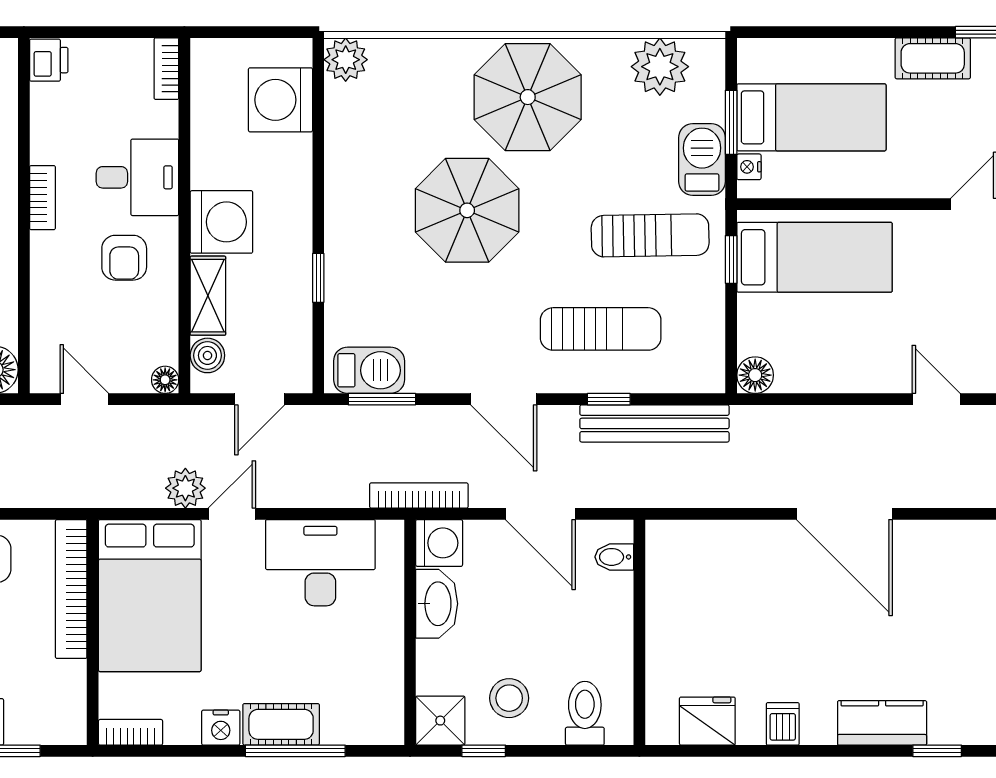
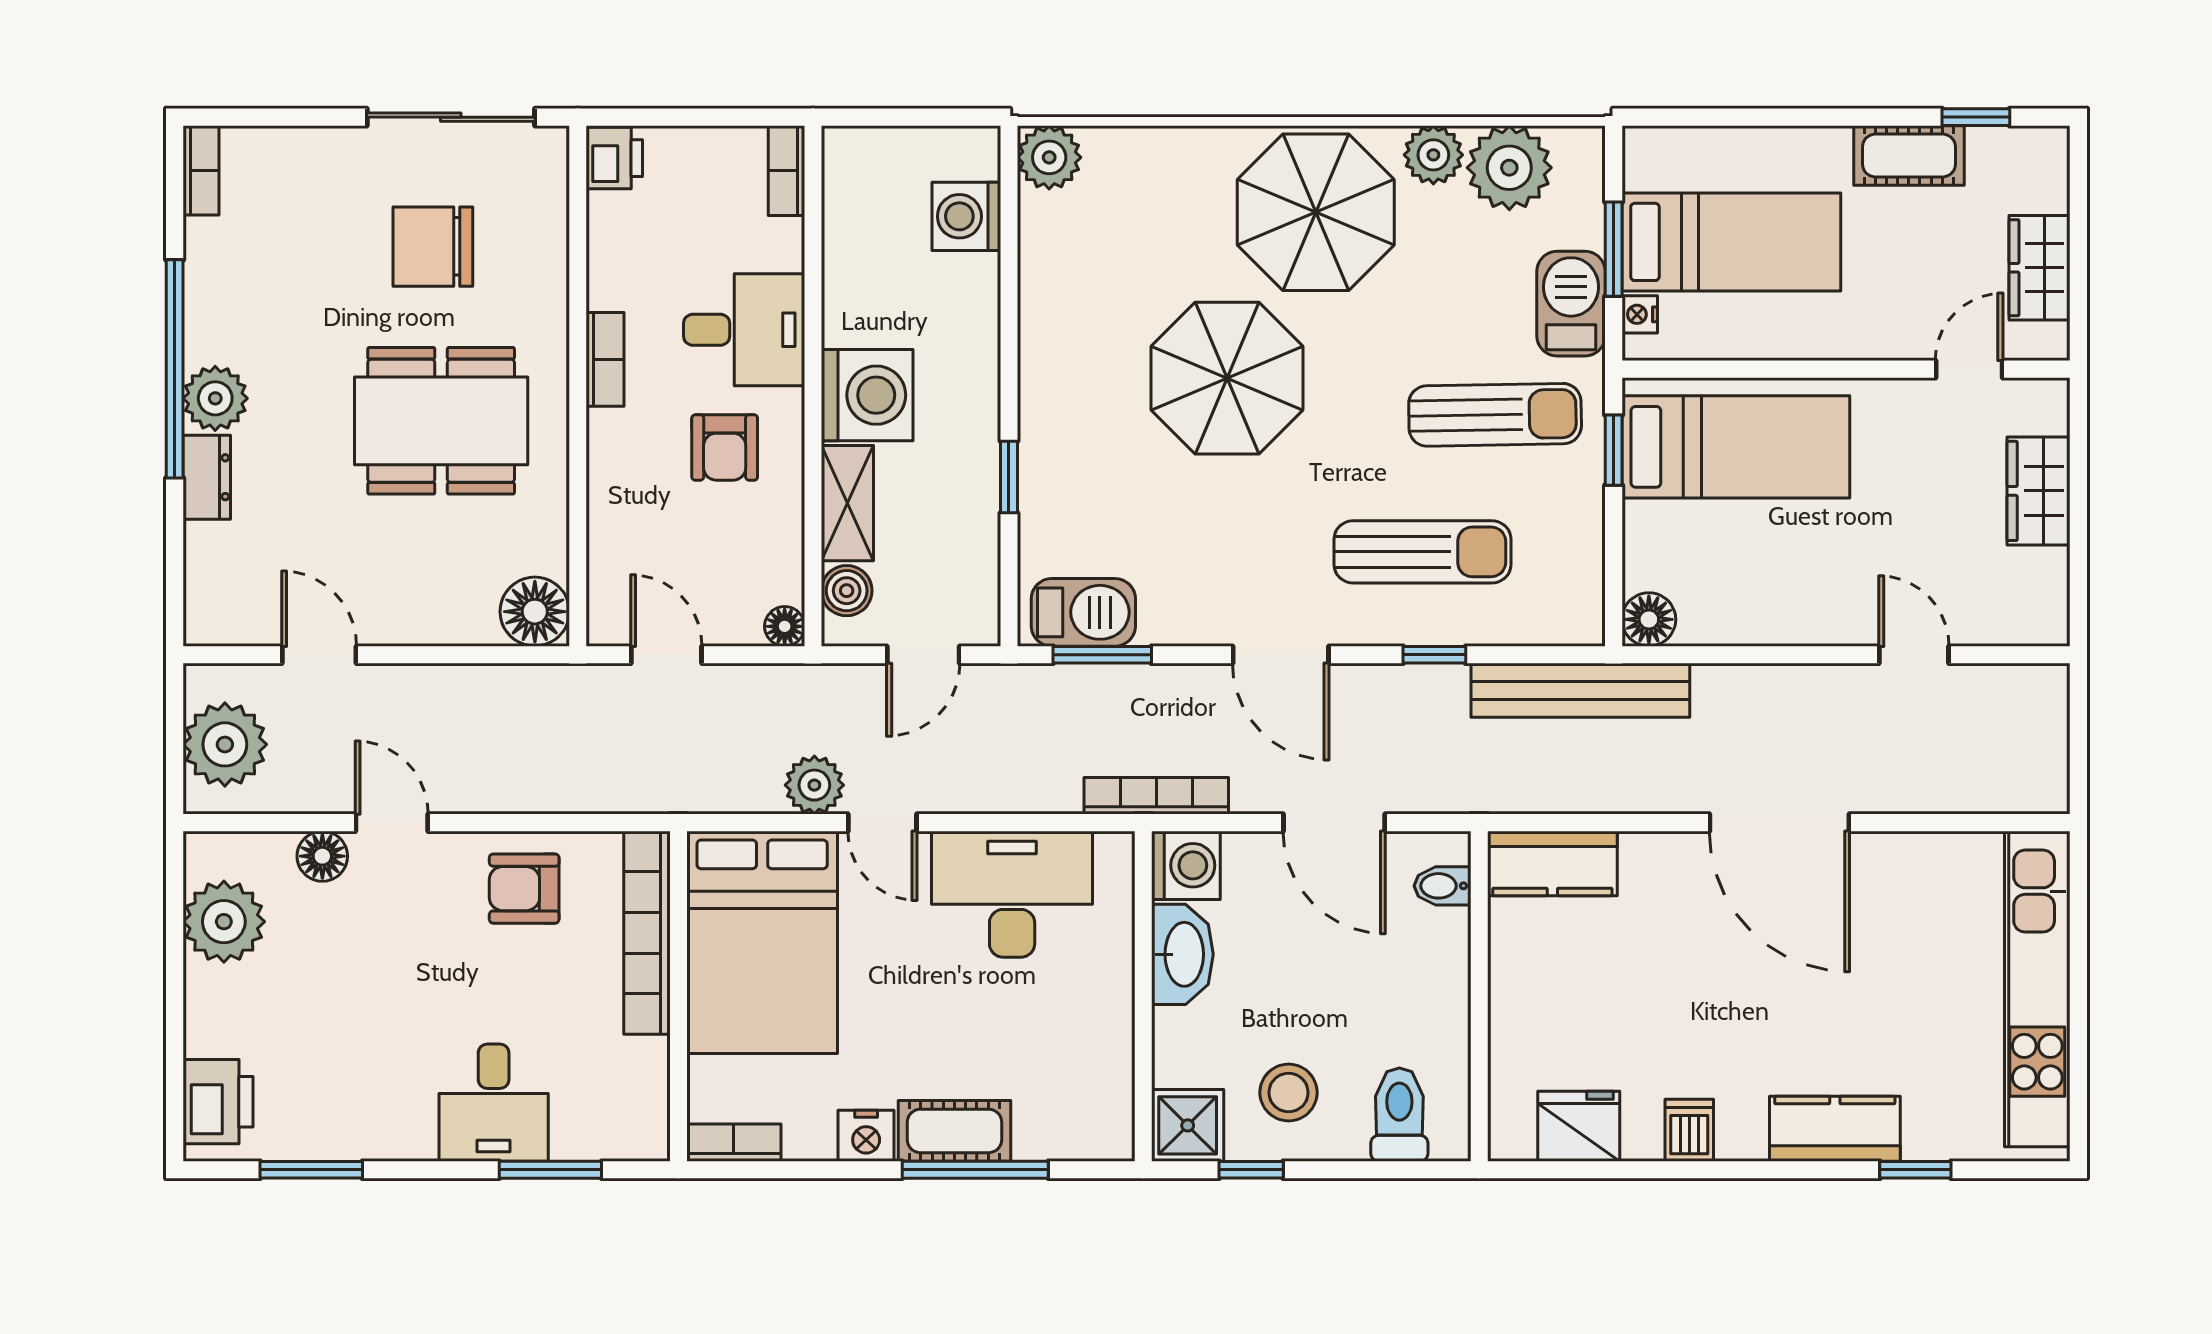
plant: (608, 58) -> (1433, 155), added
washing machine: (280, 100) -> (966, 216), width x0.73, depth x0.73
bench: (654, 423) -> (1580, 690), moved
door: (232, 514) -> (882, 823), swing flipped
kitchen counter: (689, 542) -> (1552, 863), added

